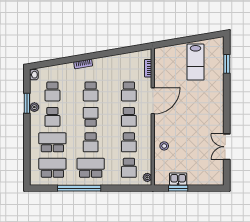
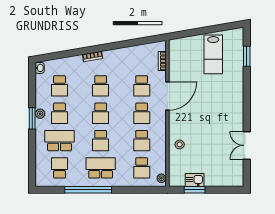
window: (27, 103) -> (32, 118), moved
plant: (34, 107) -> (40, 114), moved
school desk: (91, 117) -> (101, 113), turned 180
school desk: (52, 168) -> (59, 168), width x0.54

